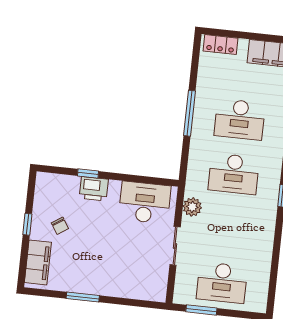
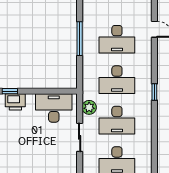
desk: (228, 228) -> (117, 120), added

